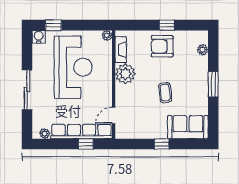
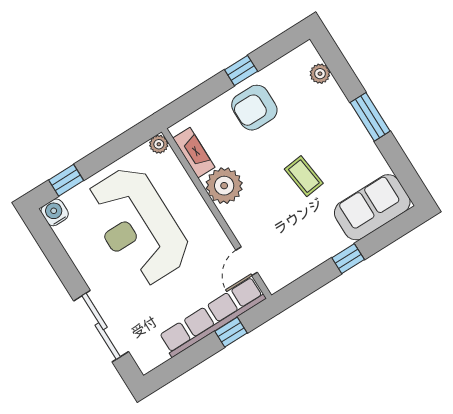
reception desk: (73, 67) -> (137, 226), turned 180
sliding door: (27, 90) -> (101, 326), moved
plant: (45, 134) -> (158, 356), removed

